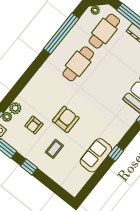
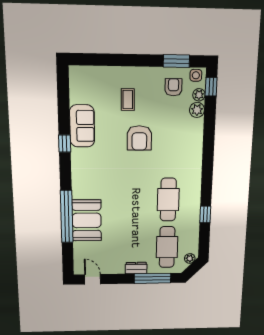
window: (61, 34) -> (205, 214), width x0.32
armchair: (34, 125) -> (173, 87), moved
window: (29, 167) -> (139, 60), removed

